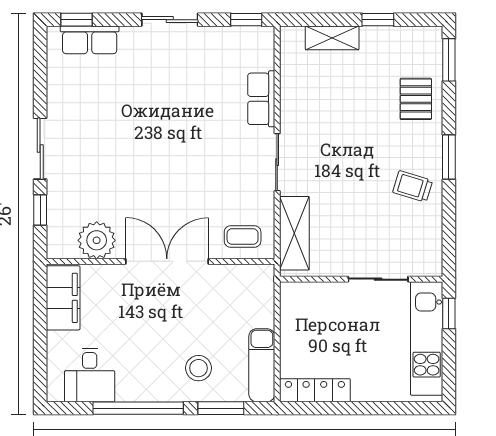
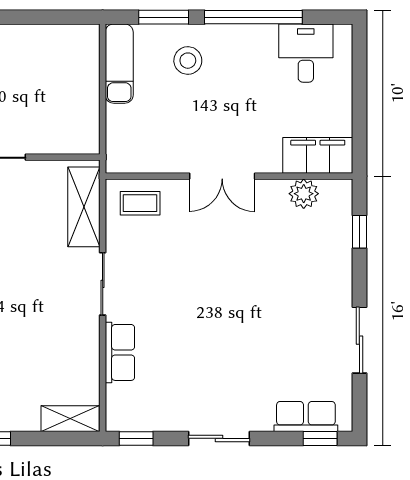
shelving: (332, 38) -> (70, 419), moved
sliding door: (40, 149) -> (359, 340), moved
plant: (97, 240) -> (304, 194), width x0.73, depth x0.73
double door: (167, 261) -> (222, 176), width x0.73
filing cabinet: (63, 298) -> (318, 155), moved, turned 90
locker: (315, 390) -> (62, 37), removed

